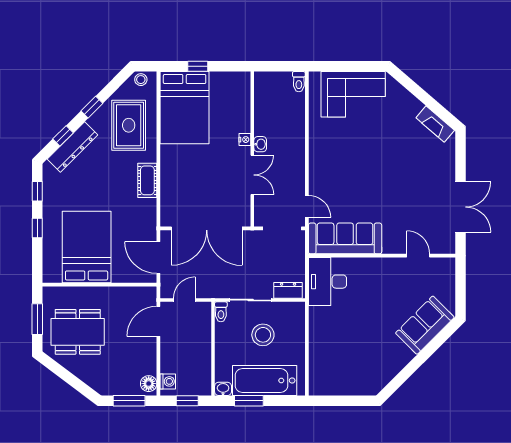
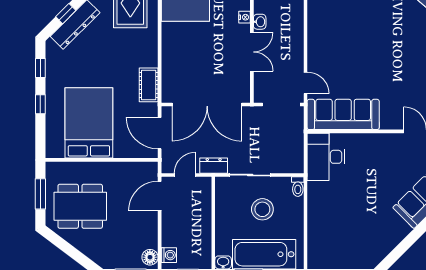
cot: (147, 180) -> (149, 85), moved
dresser: (288, 290) -> (214, 166), moved
toilet: (221, 312) -> (298, 187), moved

